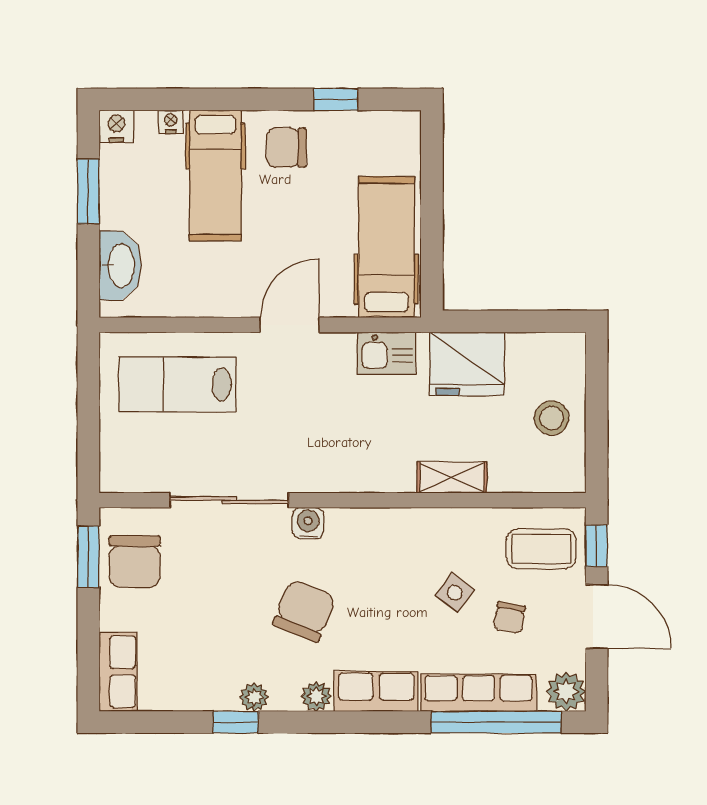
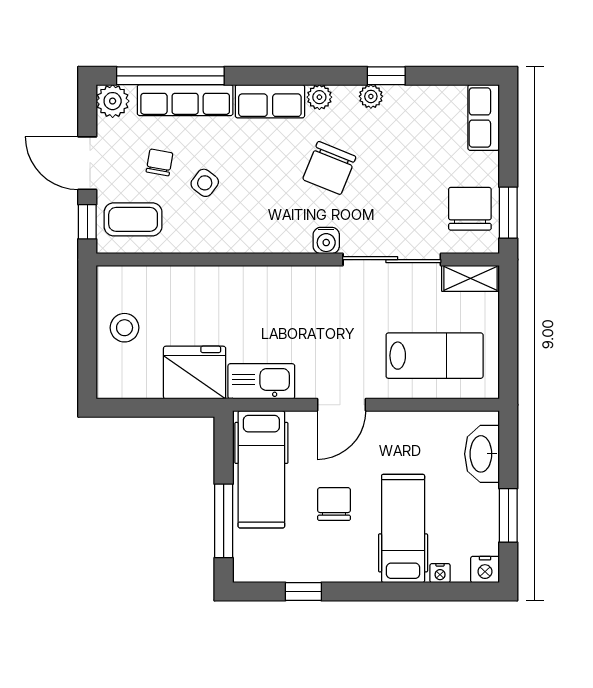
chair: (286, 148) -> (334, 504), moved, turned -90
window: (432, 185) -> (224, 521), added
kitchen sink: (386, 353) -> (261, 381), width x1.38
shelving: (452, 477) -> (471, 278), moved

